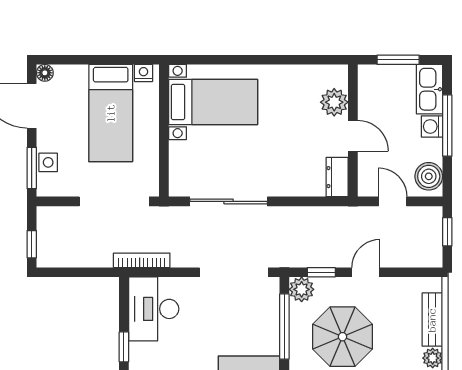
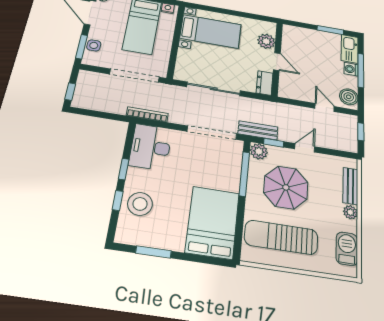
plant: (334, 102) -> (266, 41), moved
wall: (353, 131) -> (277, 59), moved
door: (353, 136) -> (277, 62), moved
dresser: (337, 177) -> (265, 83), moved
bench: (298, 257) -> (258, 130), added

